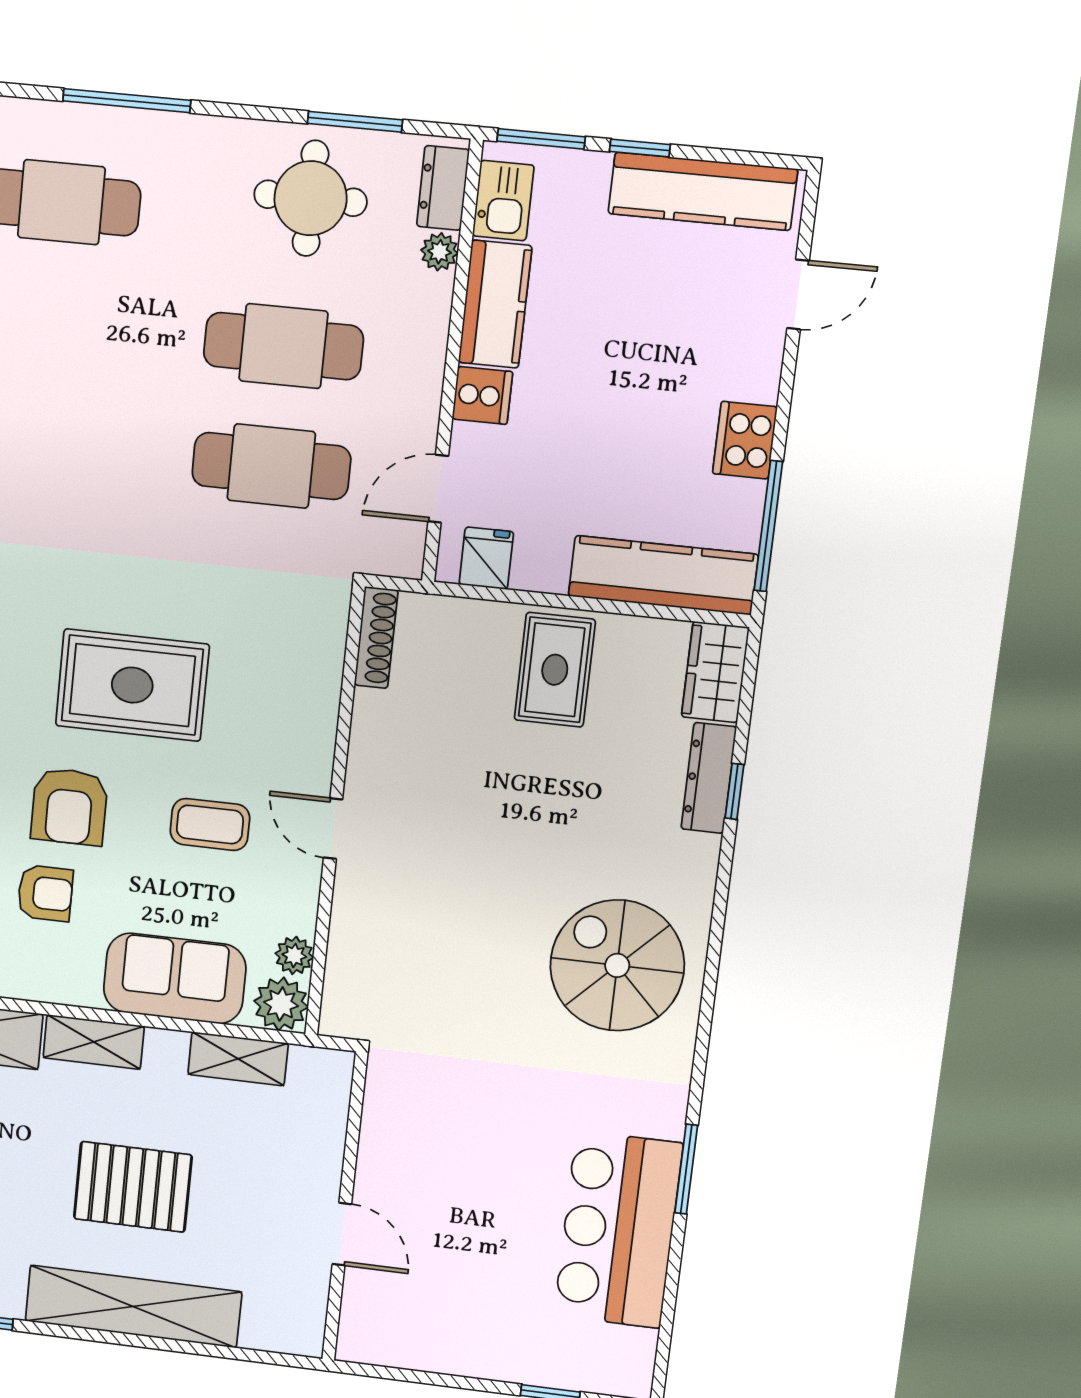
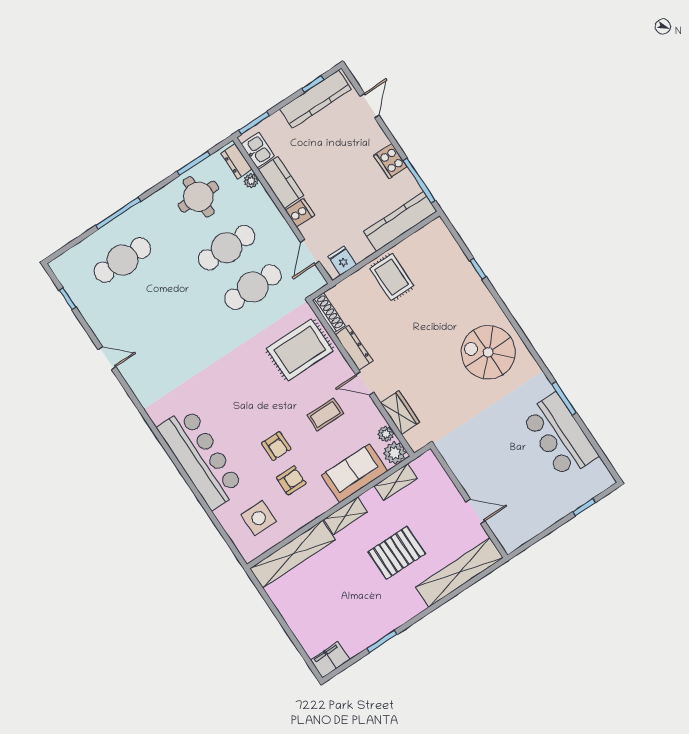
window: (640, 148) -> (313, 84), moved
wardrobe: (715, 672) -> (400, 412), moved, turned 180
rug: (132, 685) -> (300, 350), moved
dresser: (709, 778) -> (354, 348), moved, turned 180
armchair: (69, 807) -> (276, 446), width x0.72, depth x0.72
shelving: (133, 1306) -> (459, 572), moved

